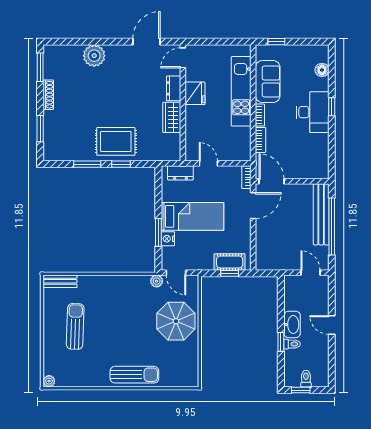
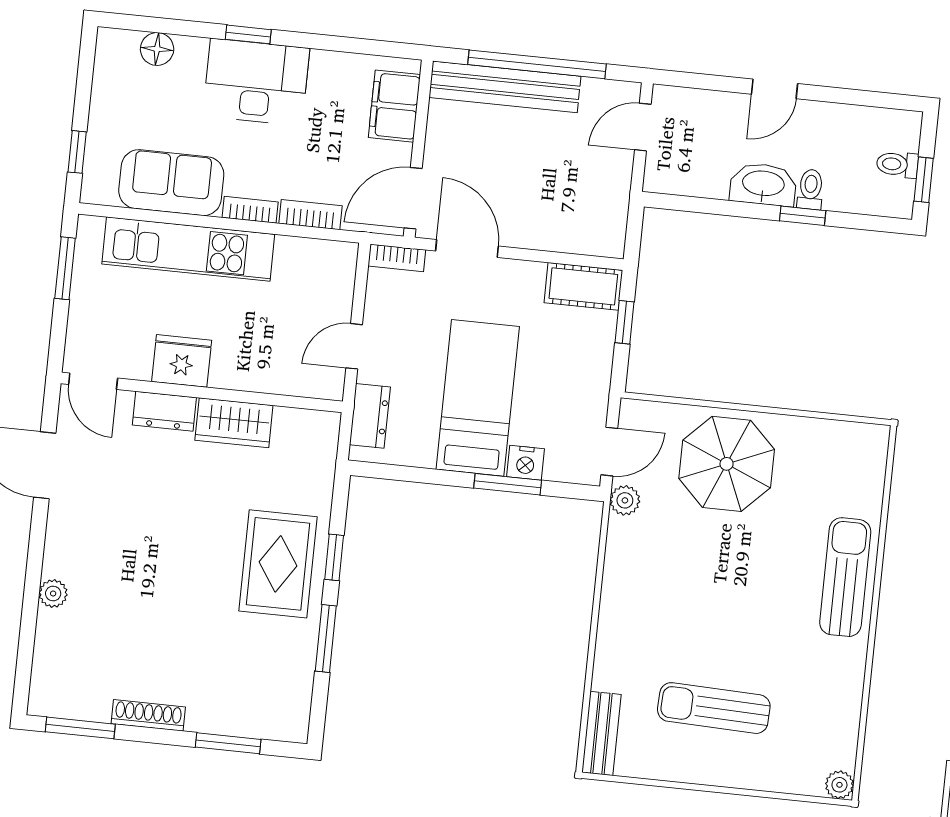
window: (228, 42) -> (65, 268), added
plant: (94, 56) -> (53, 594), width x0.53, depth x0.53
filing cabinet: (309, 170) -> (394, 106), added
cot: (230, 262) -> (583, 286), moved, turned 90

